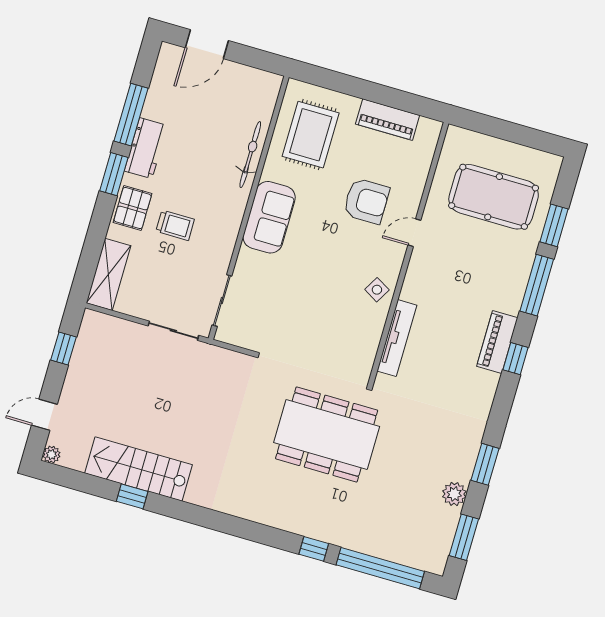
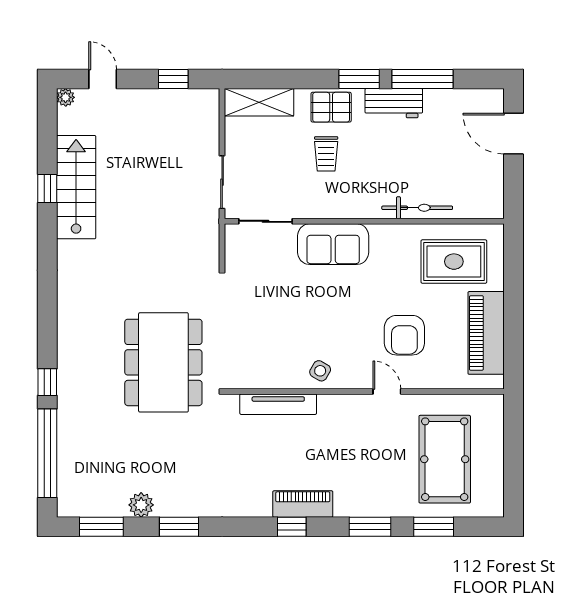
piano: (388, 120) -> (486, 333), width x1.37, depth x1.33
sofa: (269, 217) -> (333, 244), moved
window: (537, 285) -> (370, 527), width x0.69

